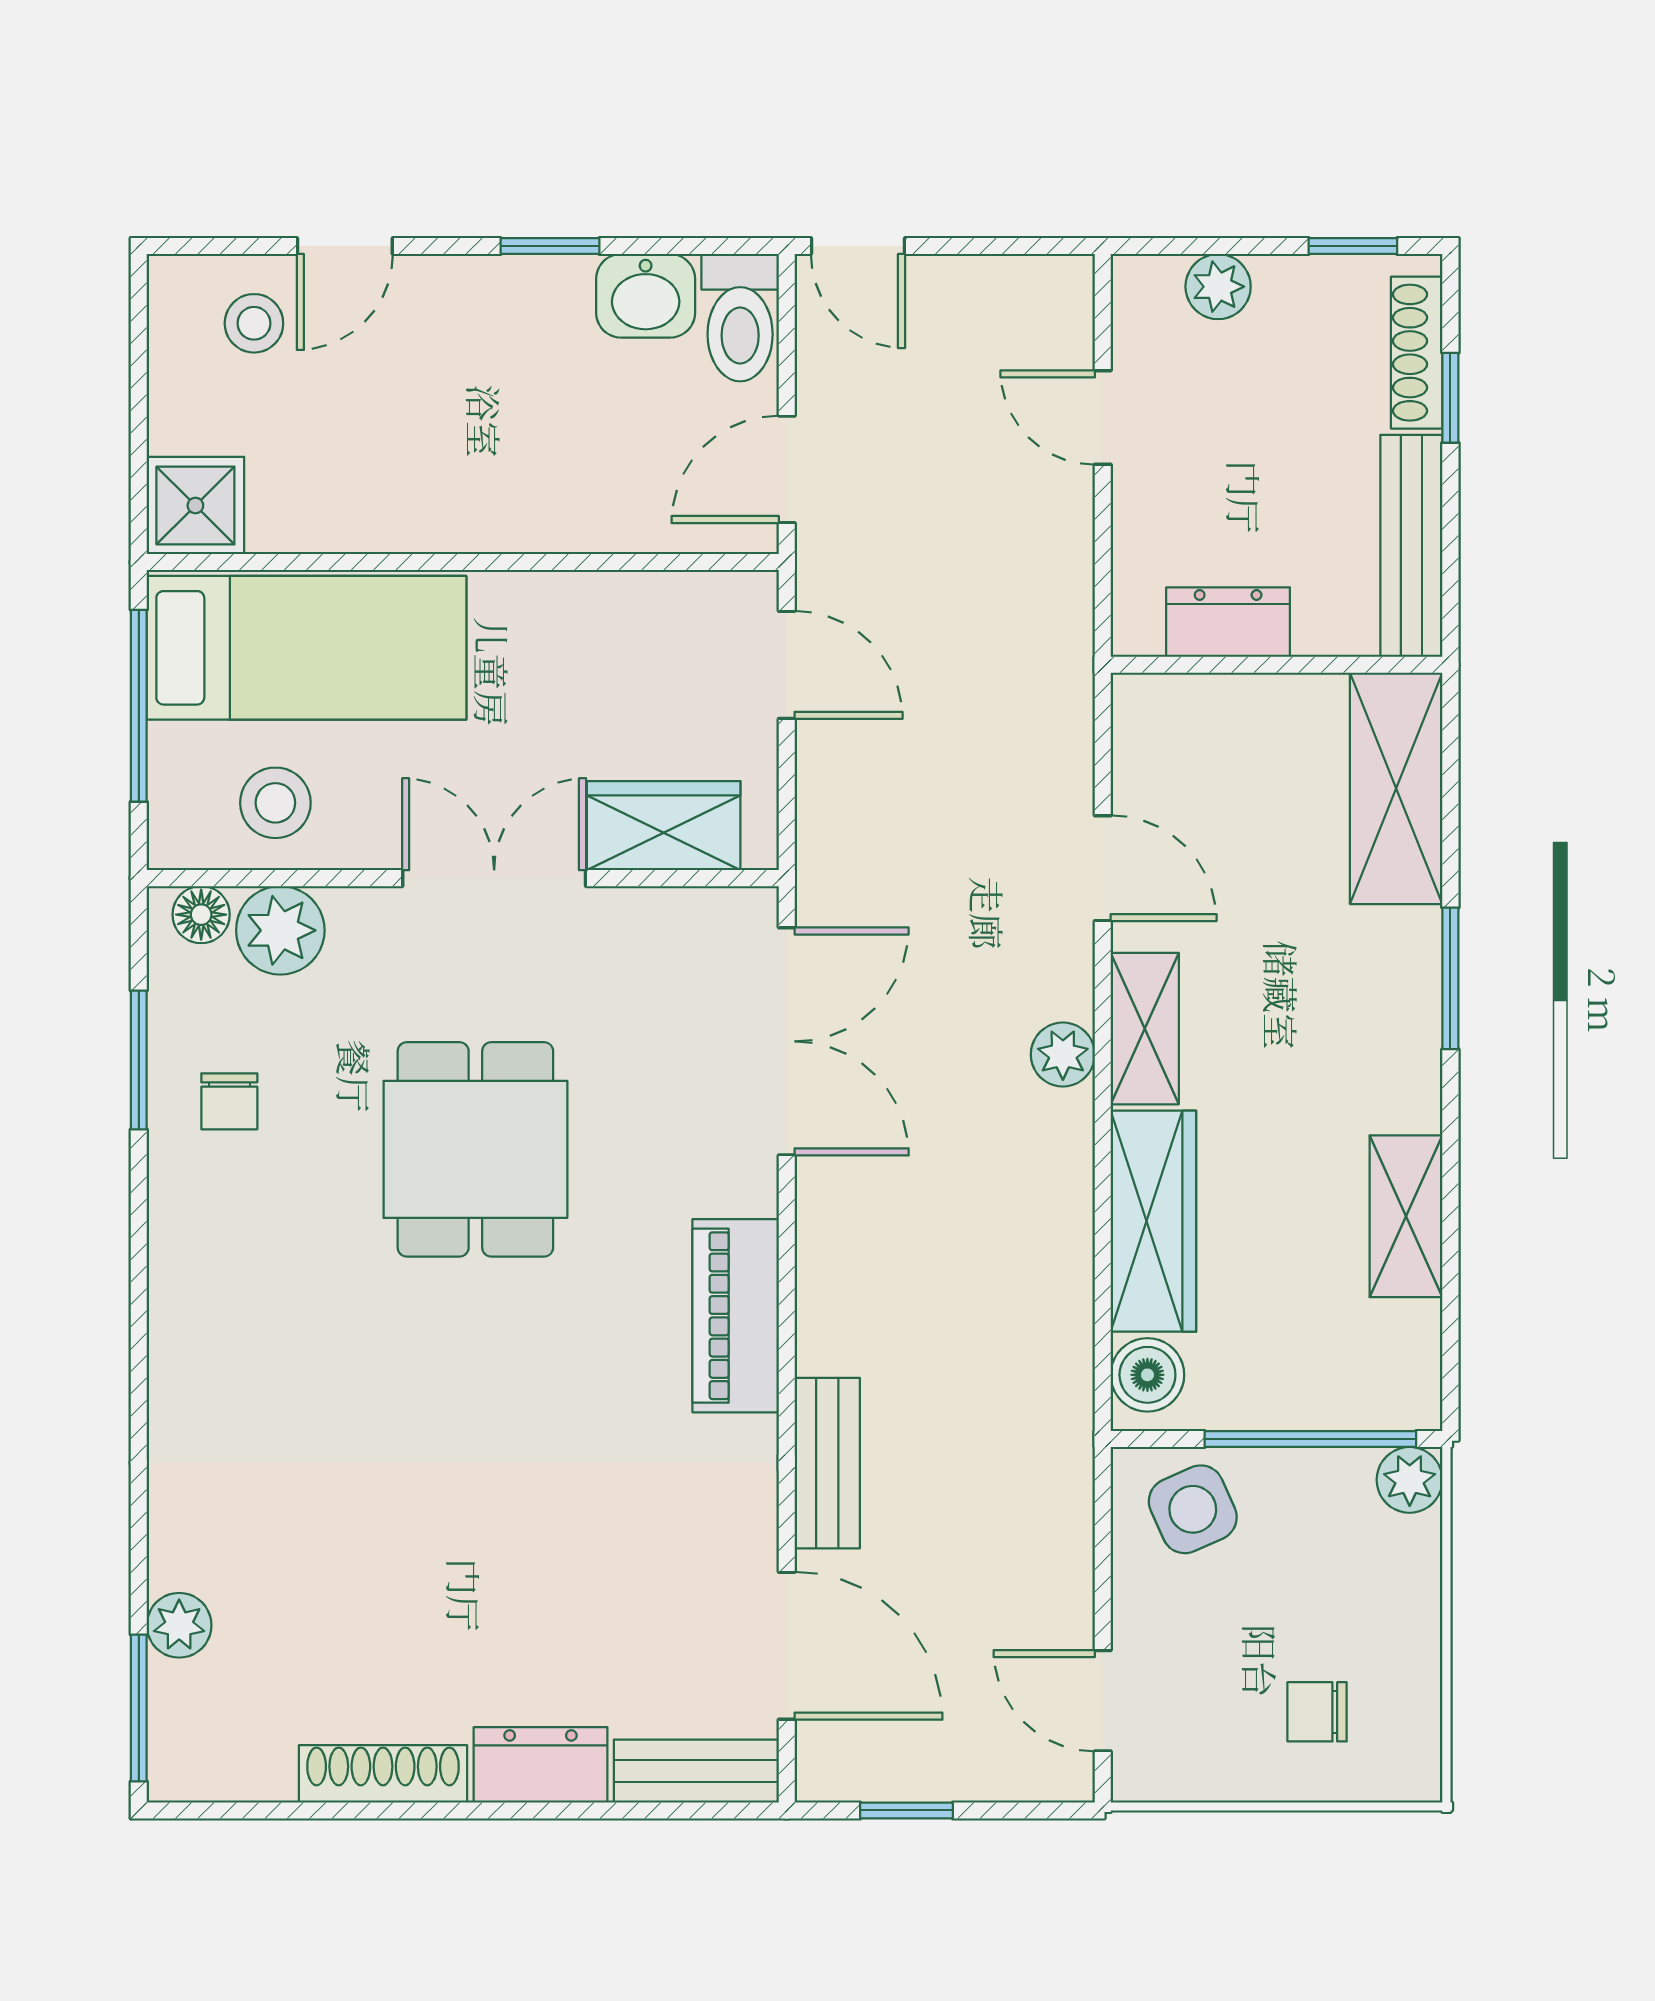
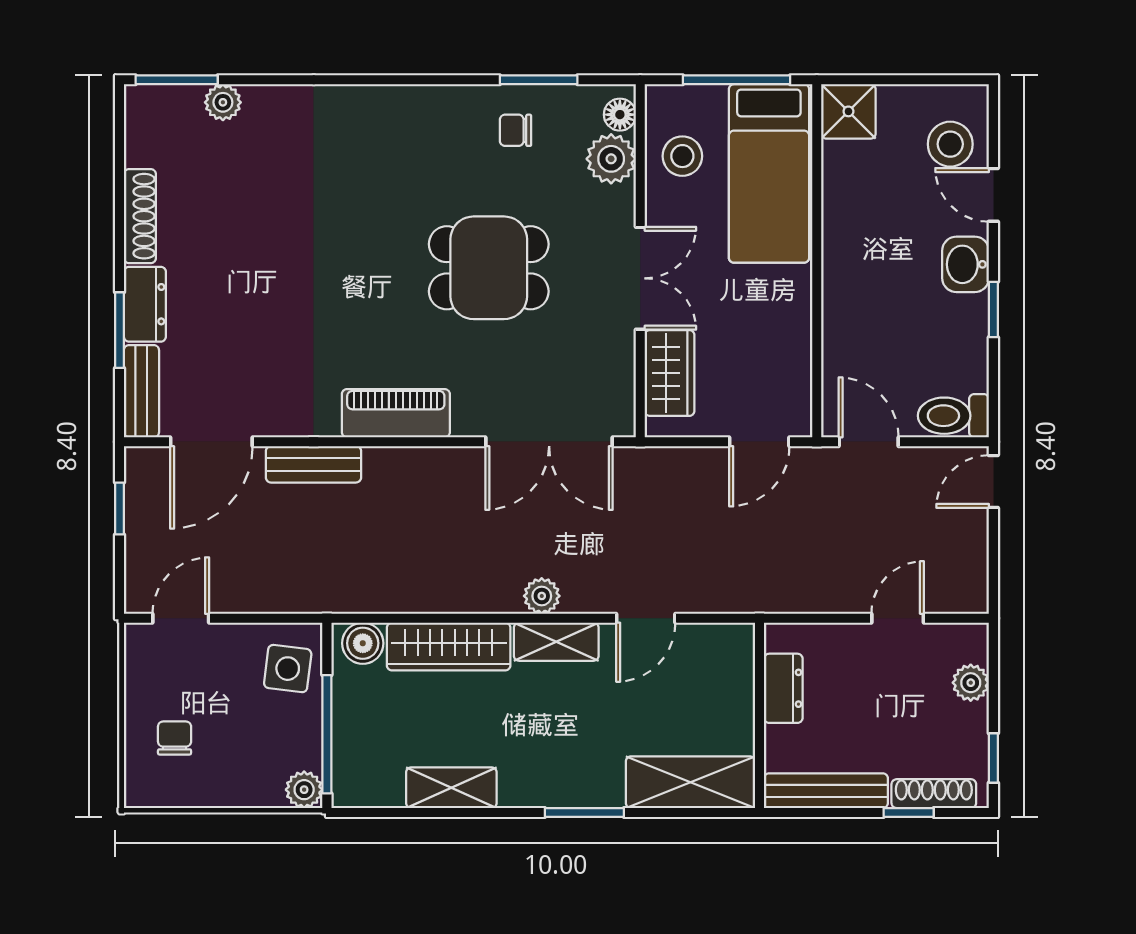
washbasin: (646, 296) -> (966, 264), moved
stool: (254, 323) -> (950, 144), width x1.37, depth x1.37
side table: (1193, 1509) -> (288, 669), turned 31
window: (587, 1810) -> (119, 330), added

